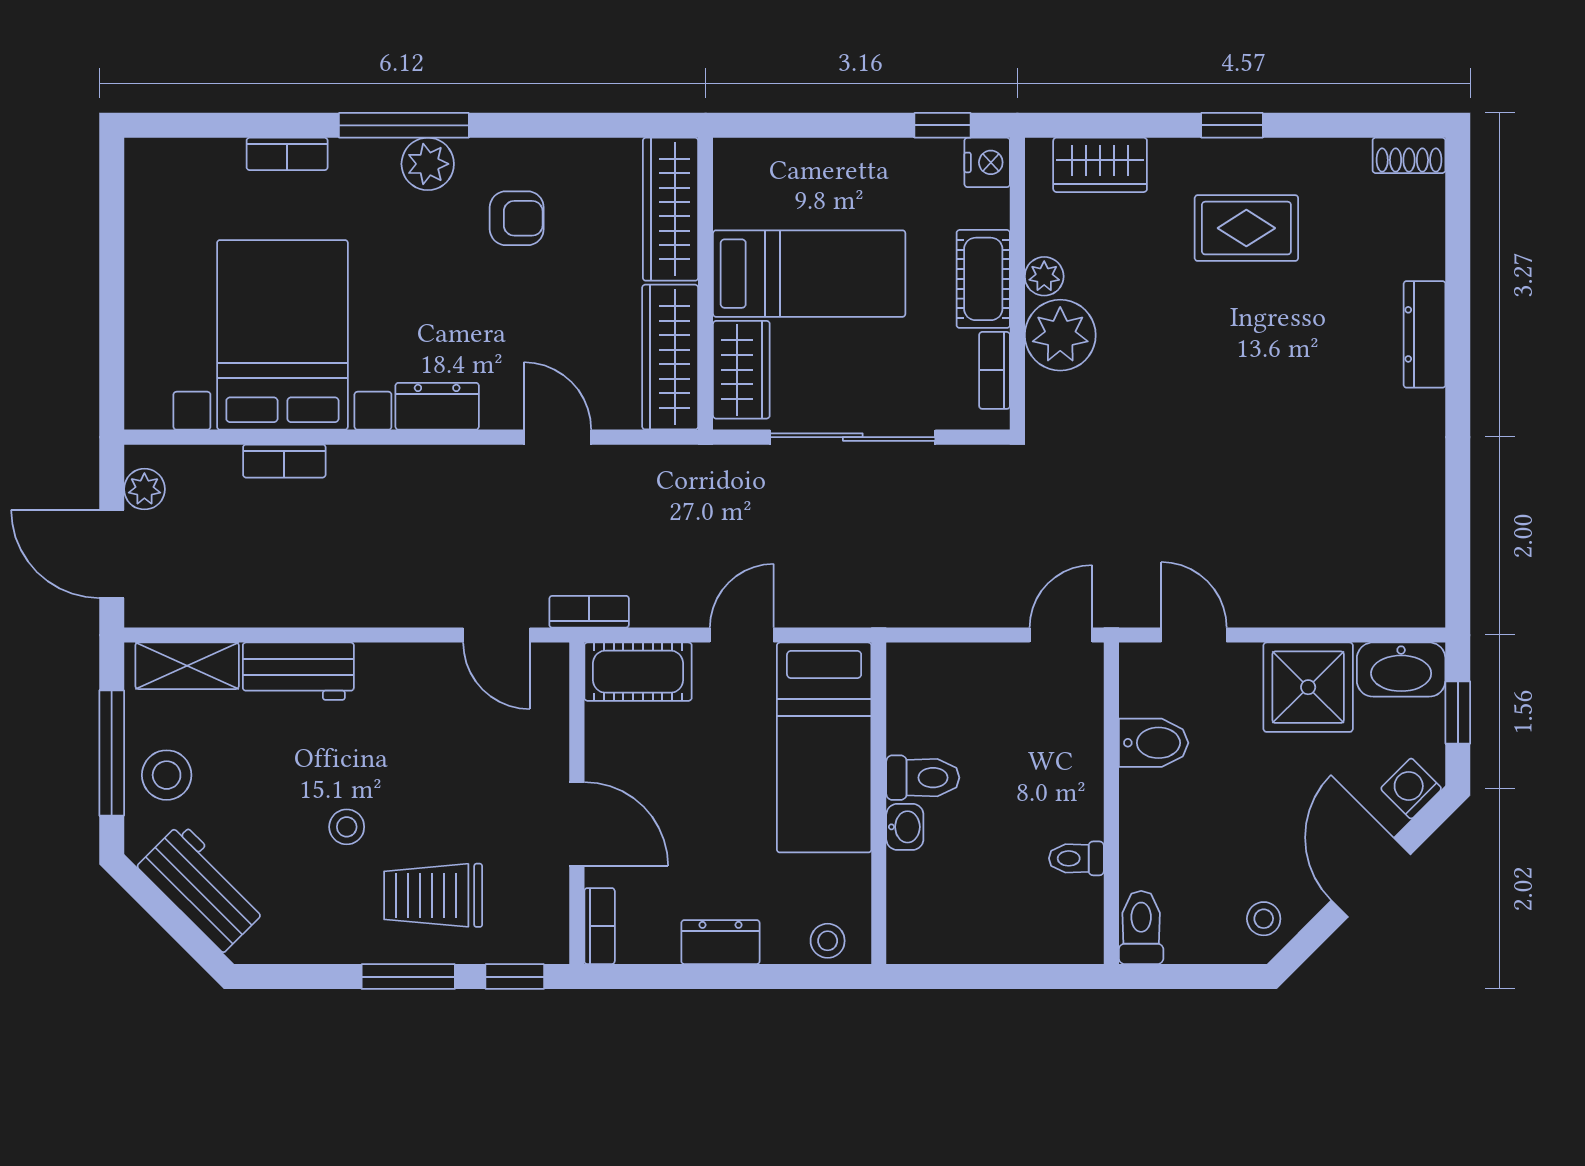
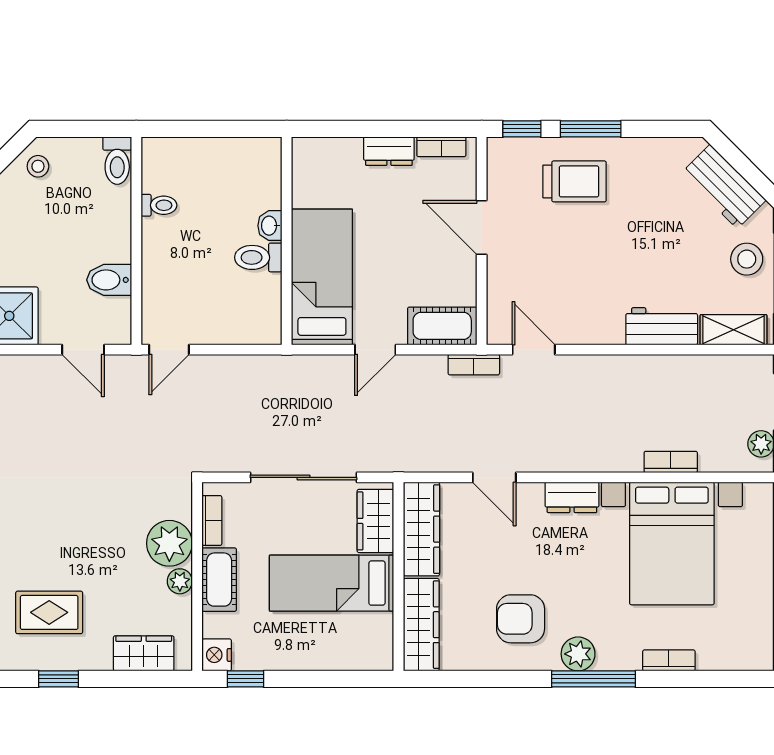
armchair: (517, 218) -> (521, 619), width x1.38, depth x1.38
stool: (347, 827) -> (630, 226), removed
bookcase: (600, 926) -> (441, 147), moved, turned -90
stool: (828, 941) -> (320, 152), removed

